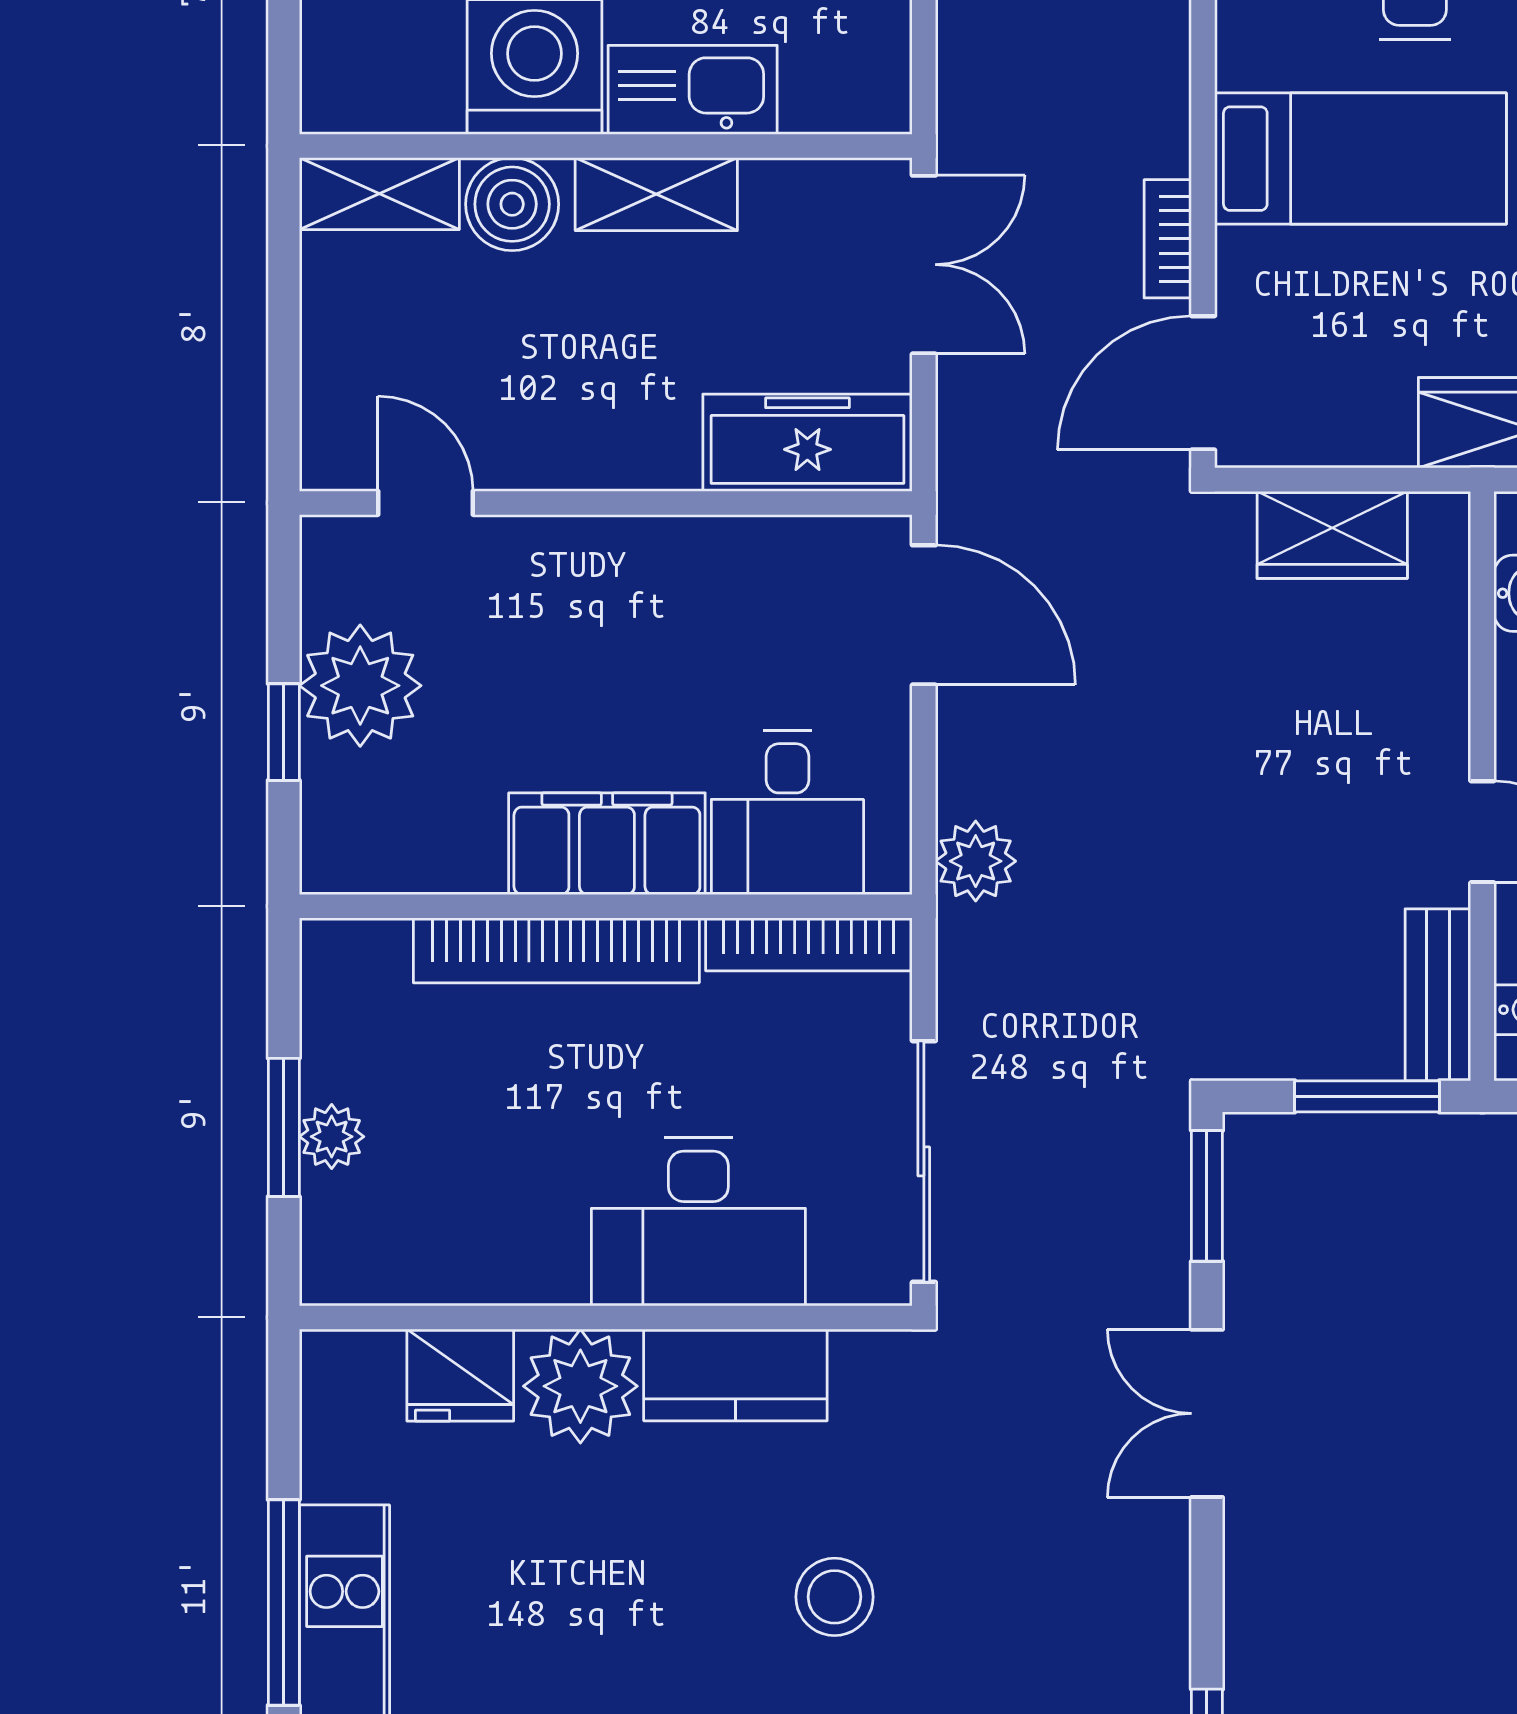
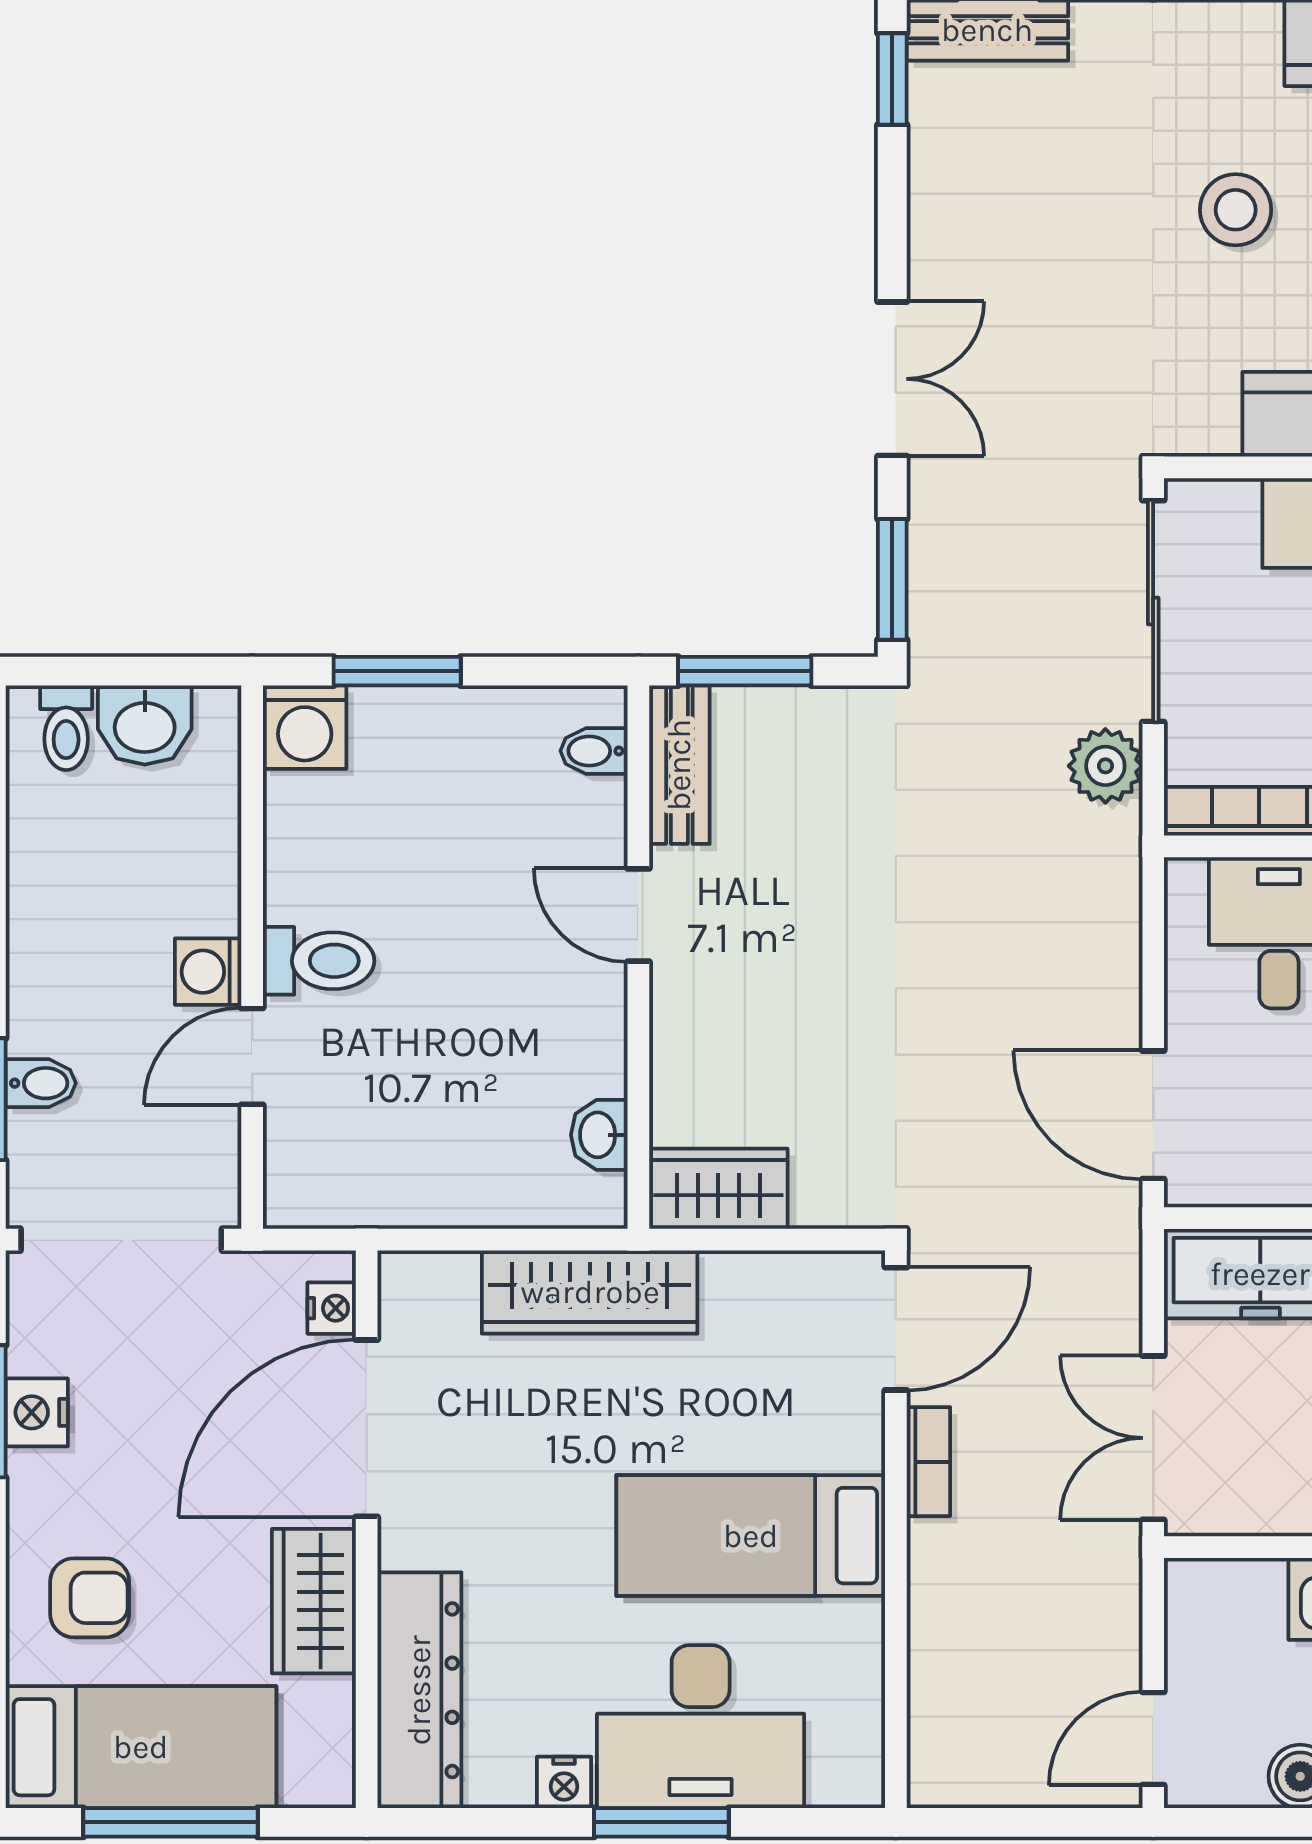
wardrobe: (1332, 535) -> (718, 1189), moved
plant: (976, 861) -> (1105, 766), moved

